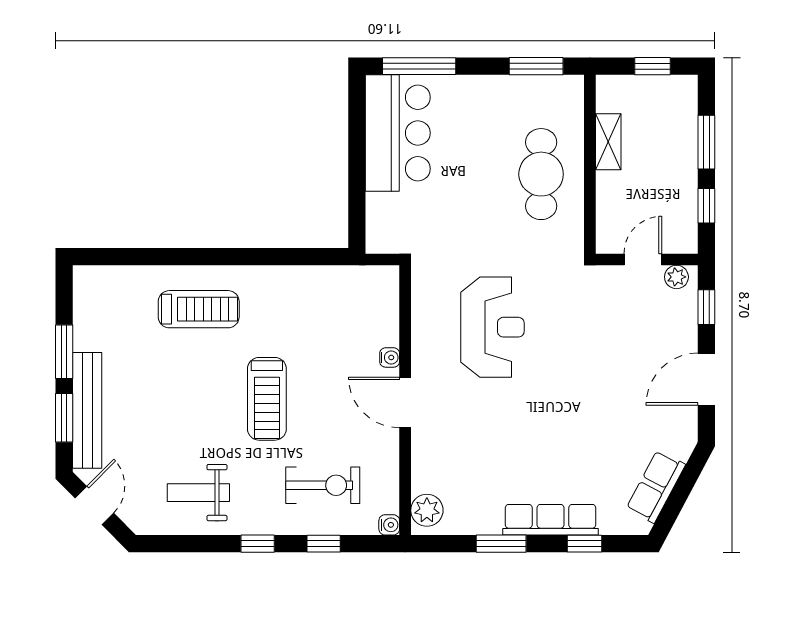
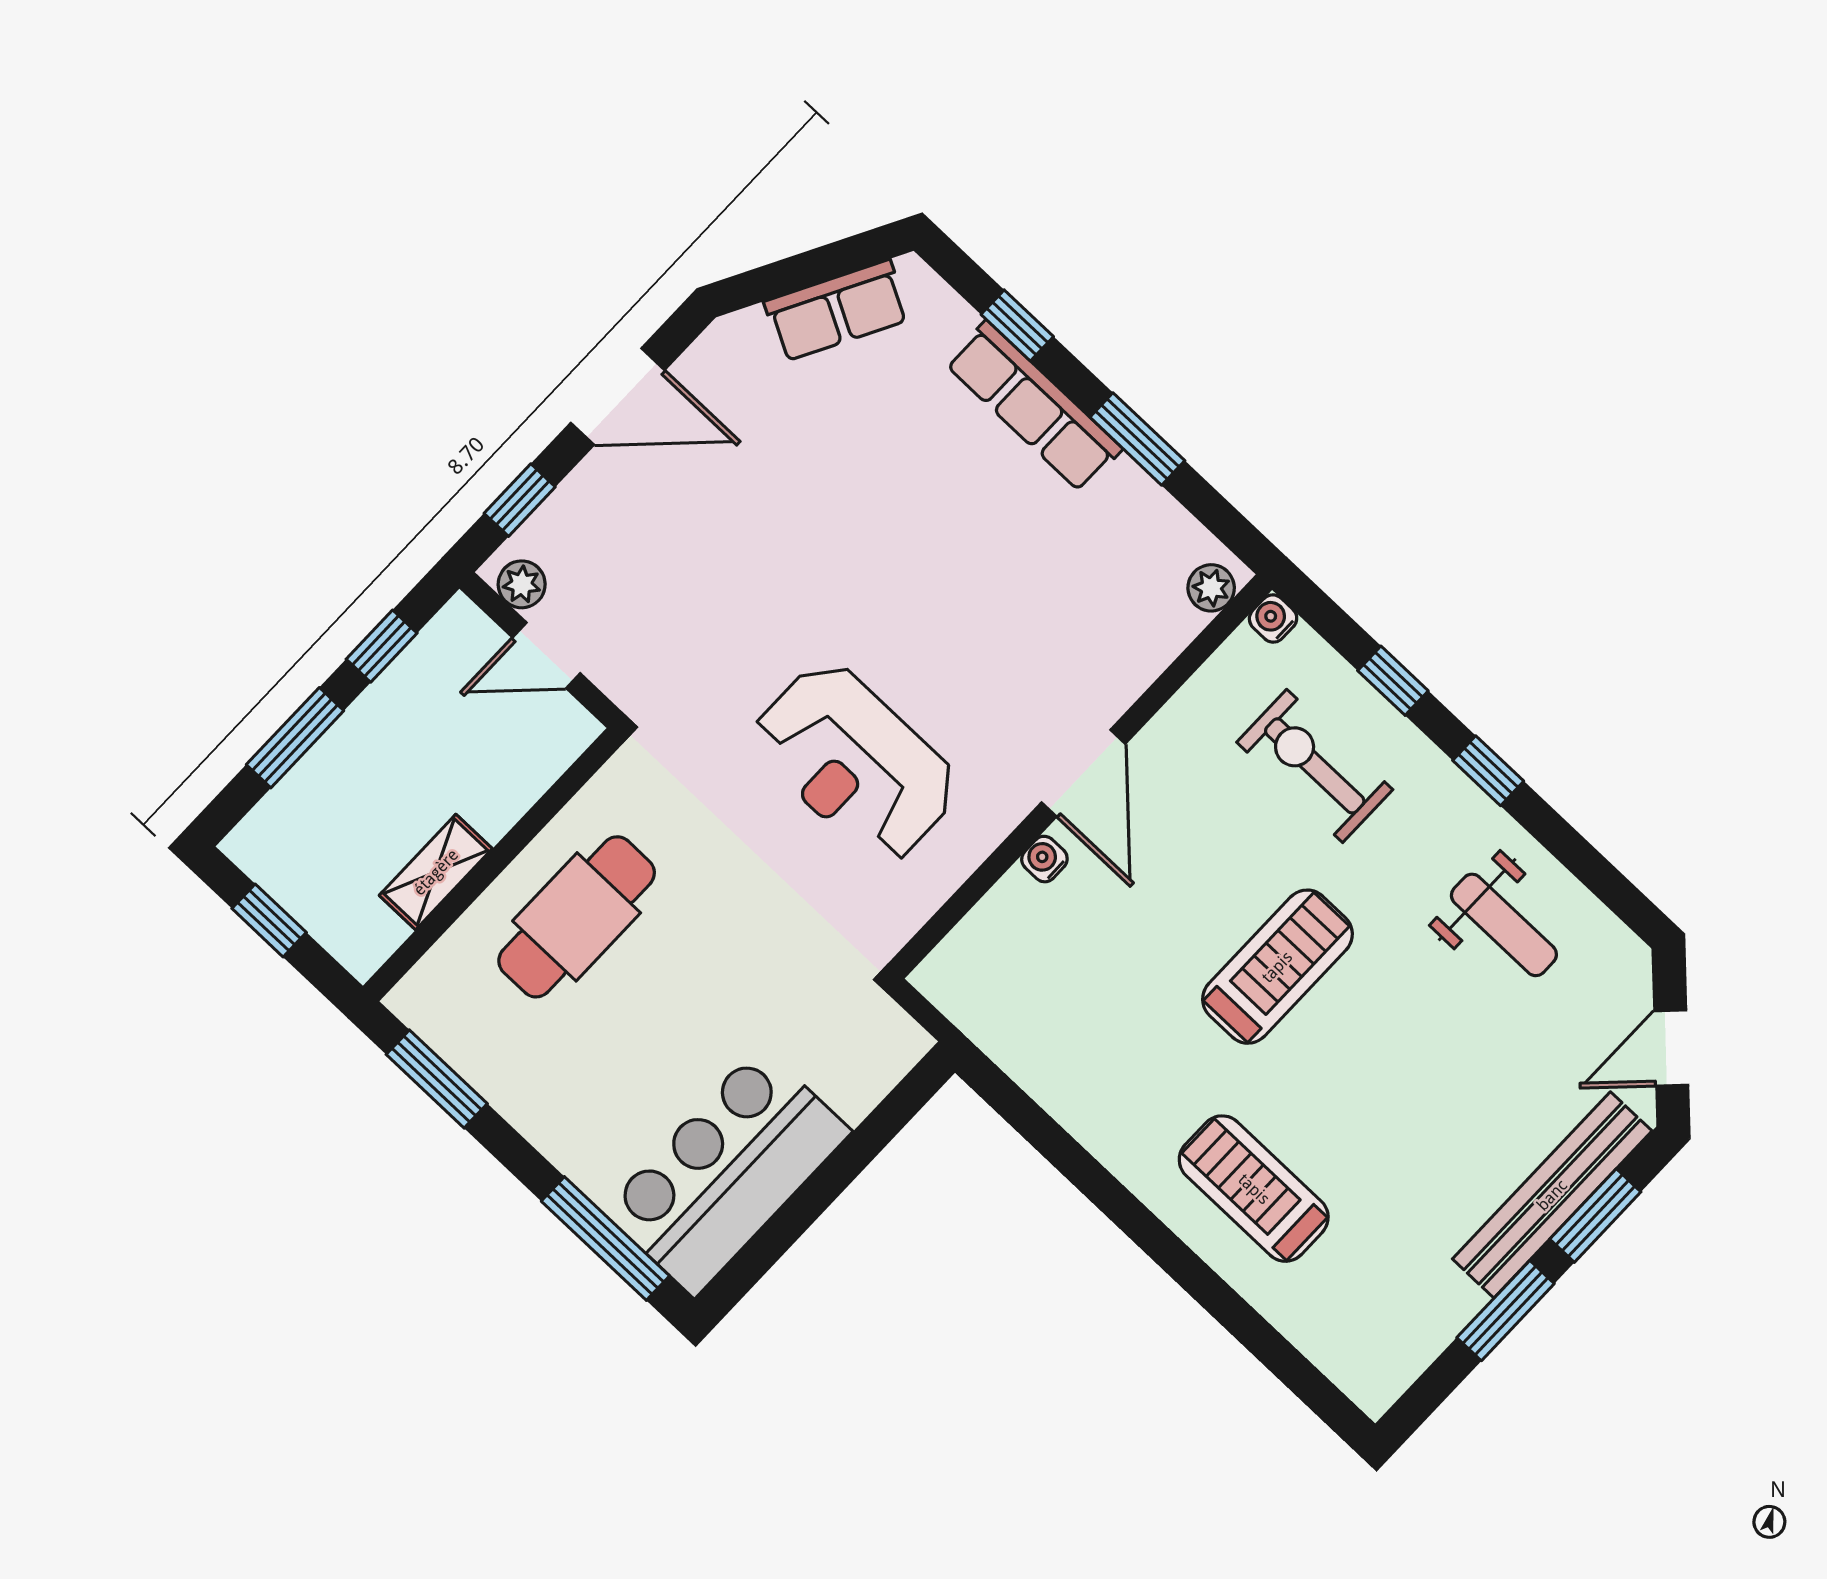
reception desk: (492, 327) -> (855, 763), turned -90
plant: (427, 510) -> (1211, 588), width x0.73, depth x0.73

